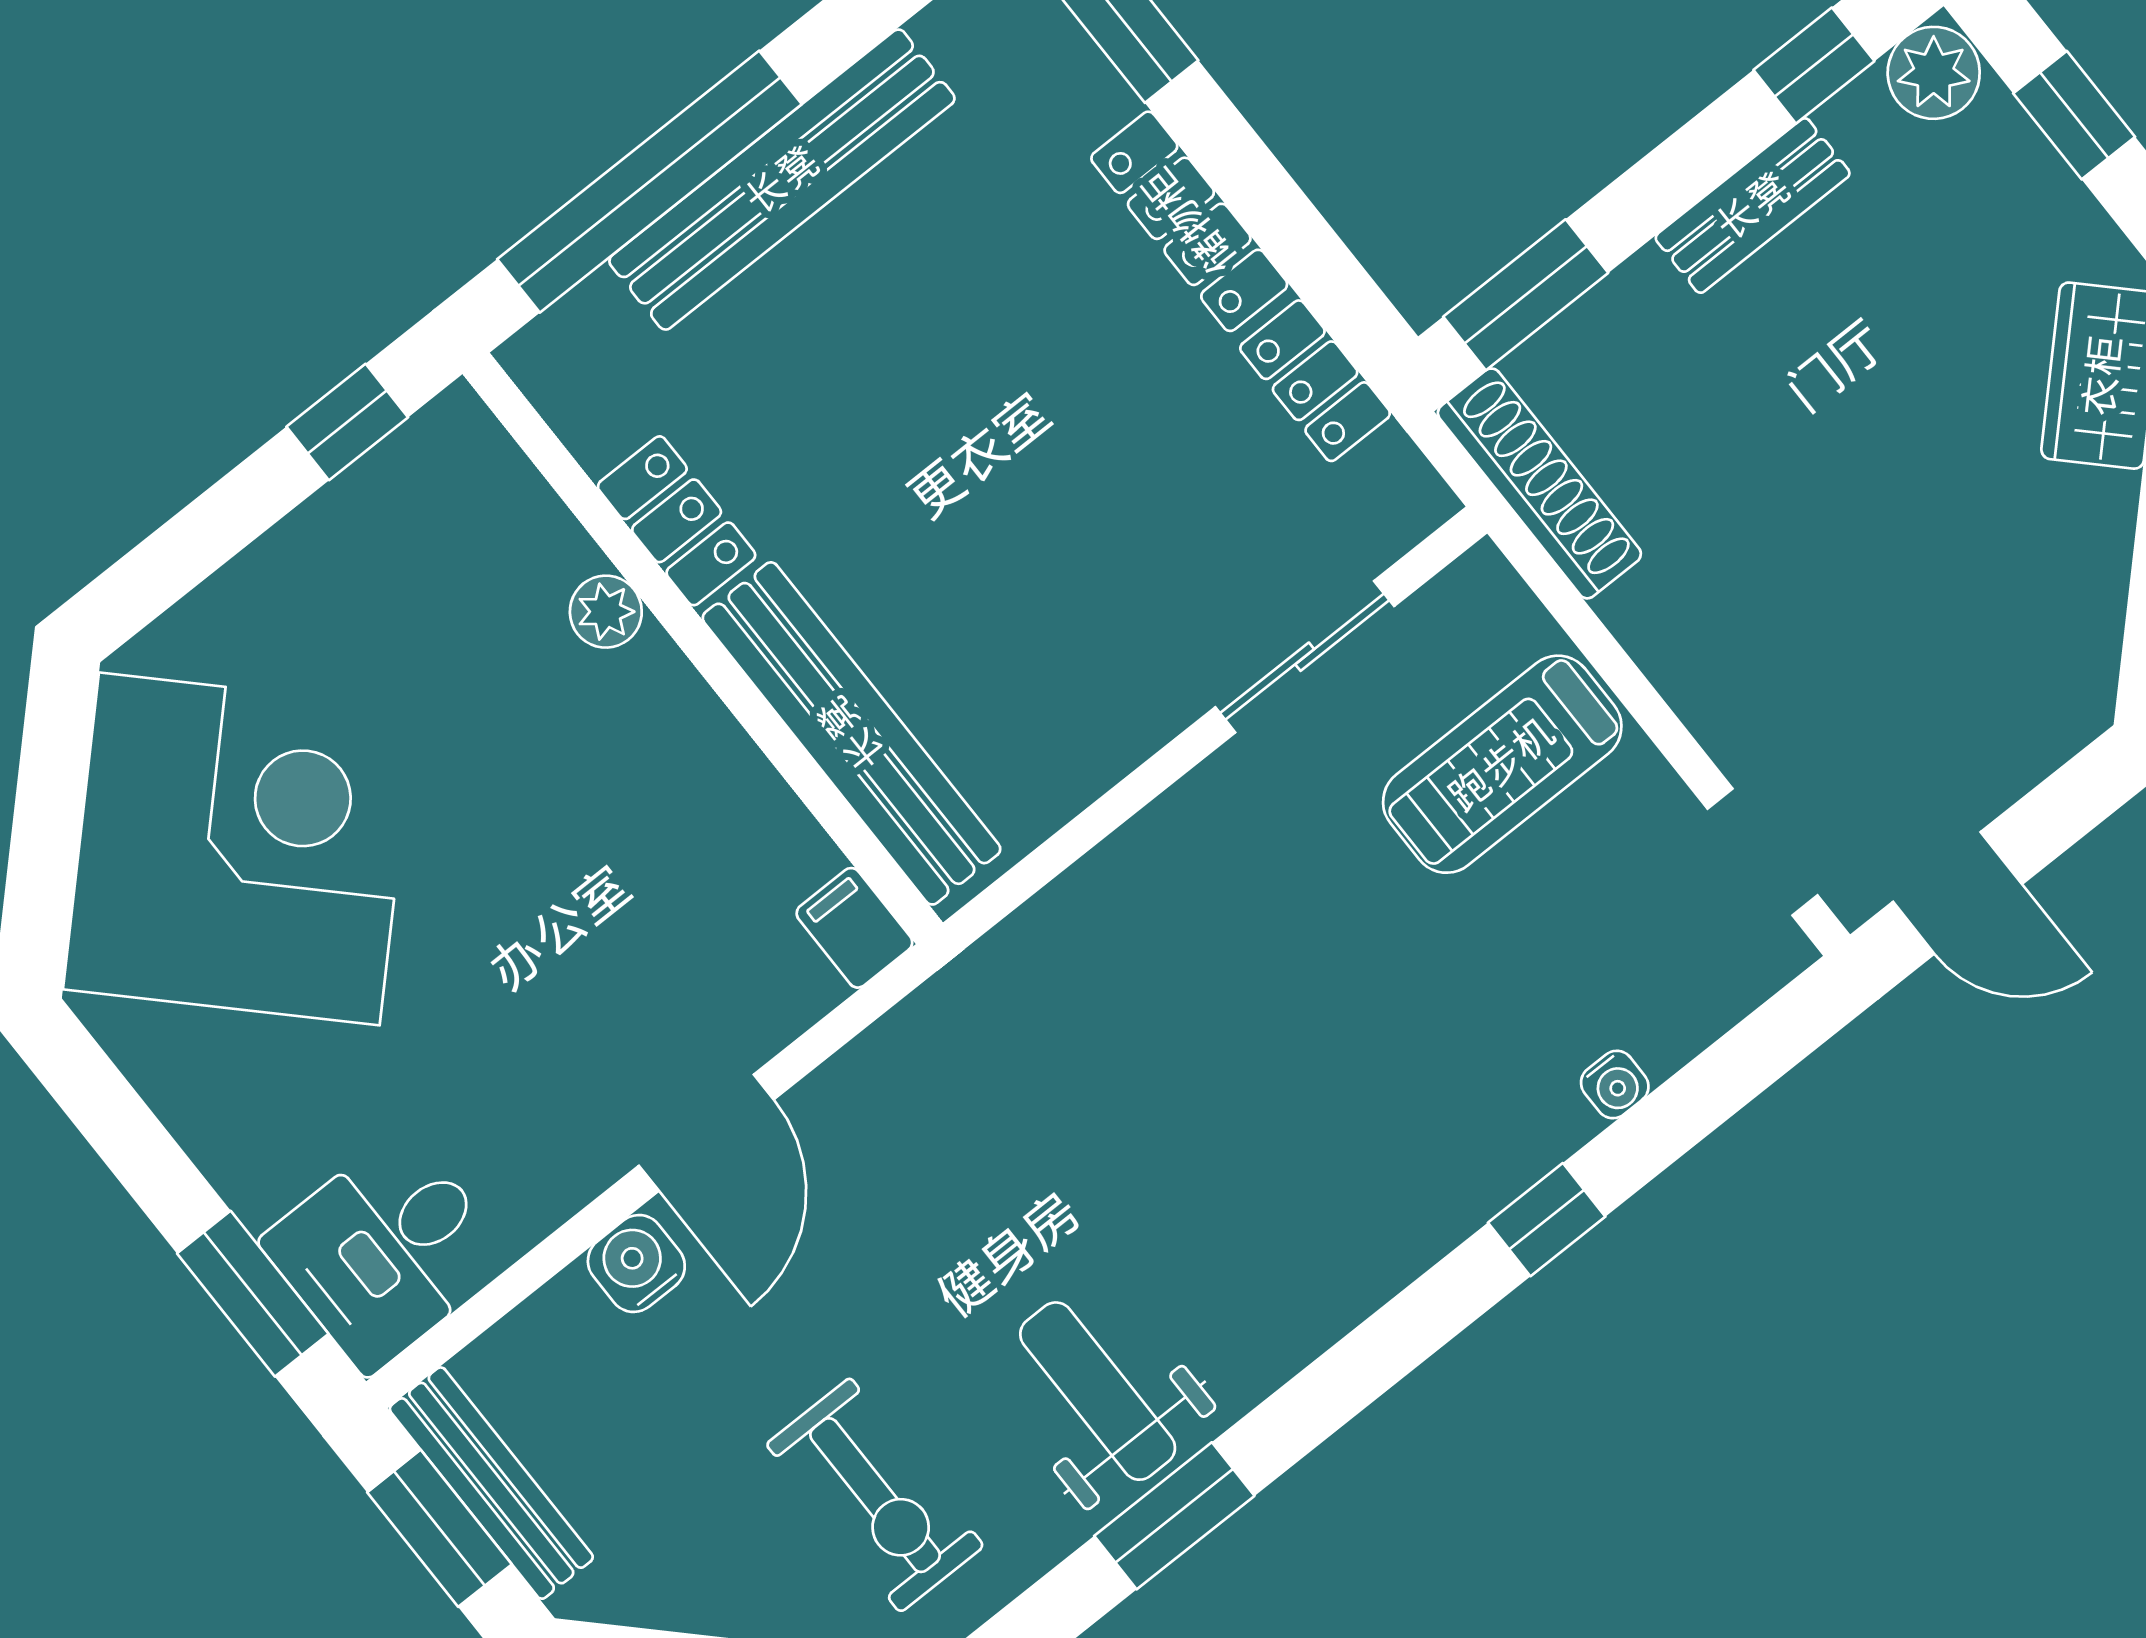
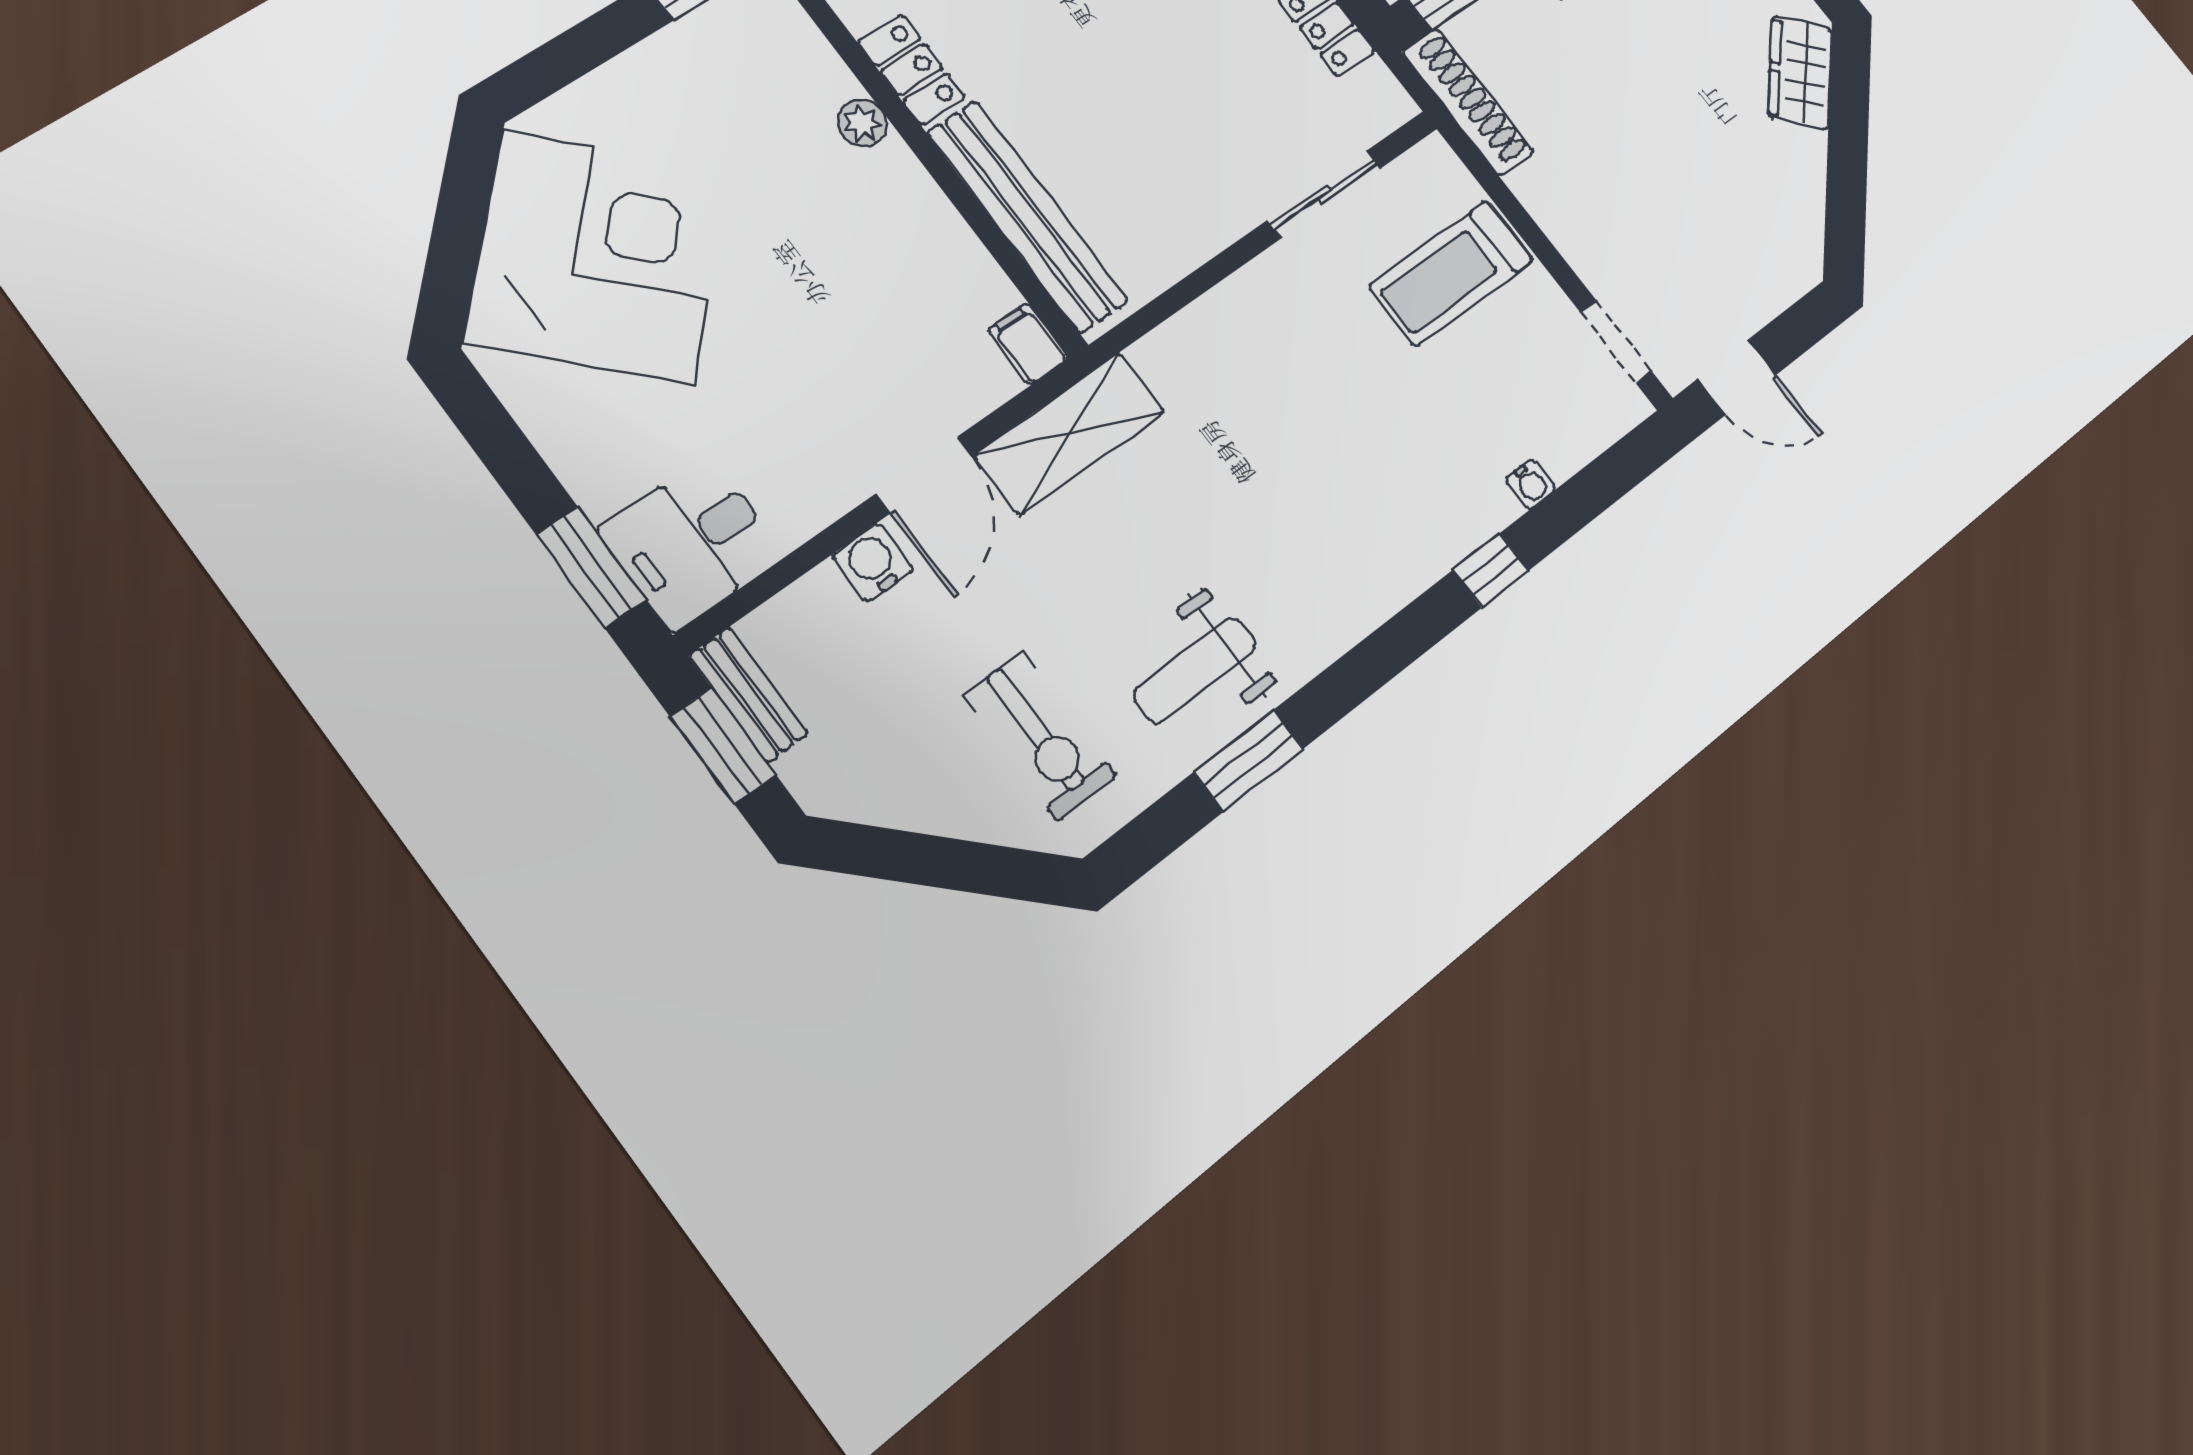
shelving: (916, 1057) -> (1070, 433), added
weight bench: (1098, 1391) -> (1195, 670), turned -90
bench: (491, 1483) -> (748, 695), width x0.73

